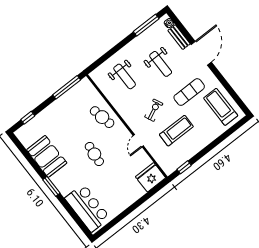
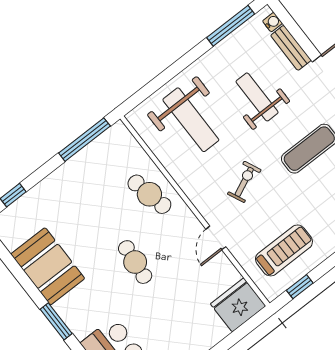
weight bench: (161, 64) -> (257, 97), turned 180
weight bench: (125, 76) -> (191, 120), width x1.36, depth x1.33
treadmill: (176, 131) -> (284, 250), moved

